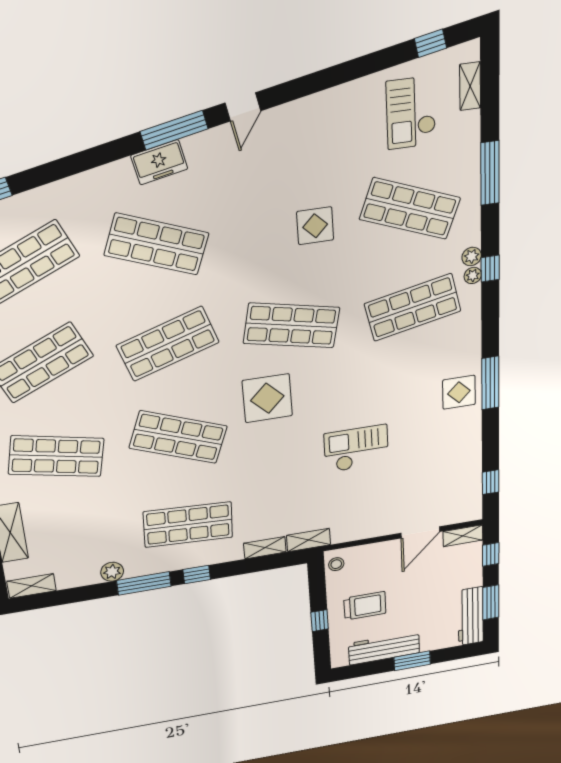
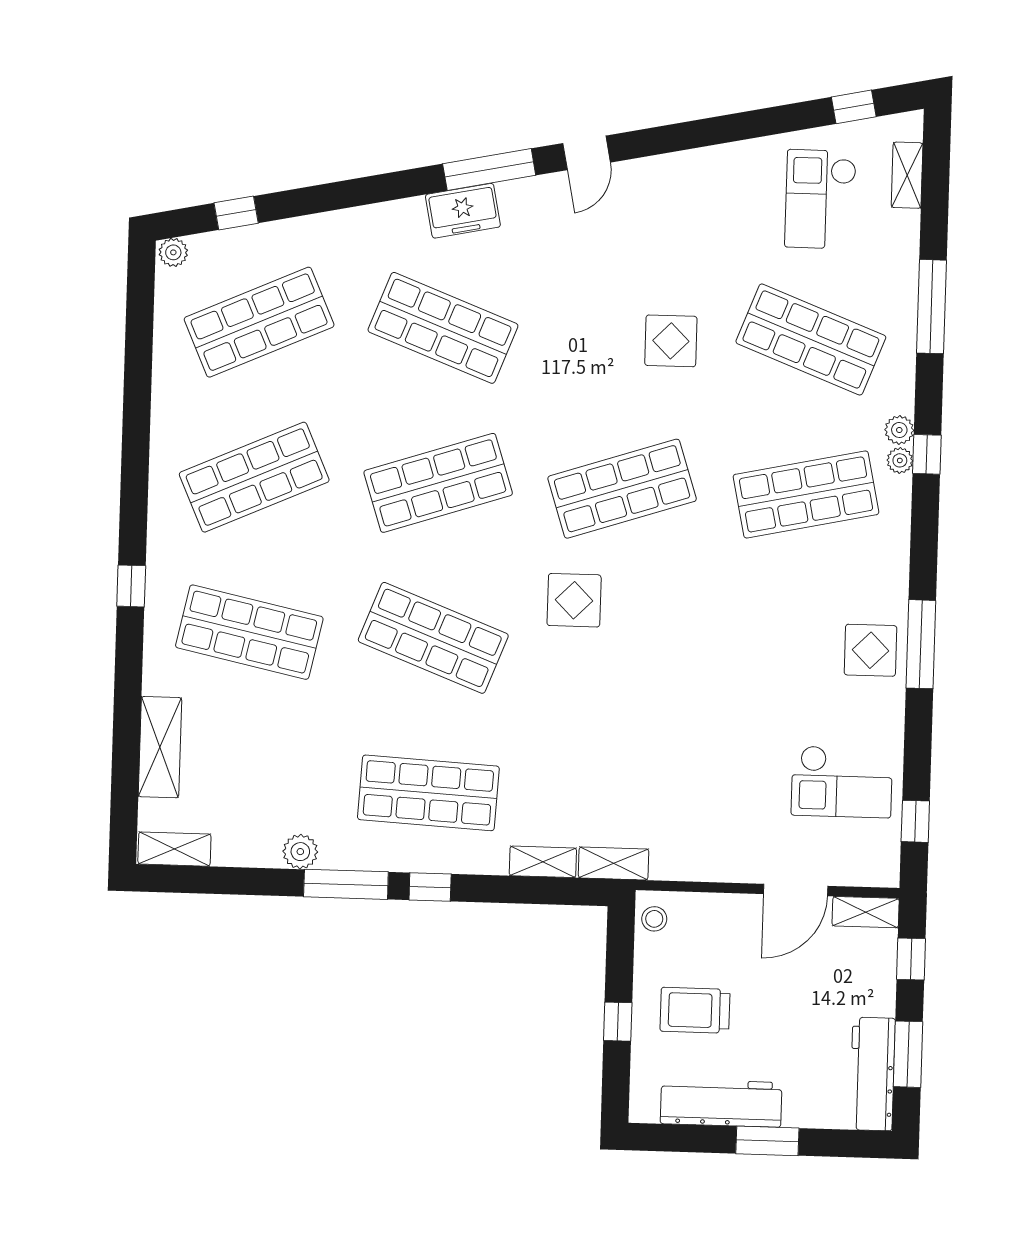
shop shelf: (291, 325) -> (622, 489), turned -30
display table: (267, 398) -> (574, 600), width x0.73, depth x0.73
checkout: (356, 449) -> (842, 782), moved, turned 180
trolley: (365, 606) -> (695, 1010), turned 180

